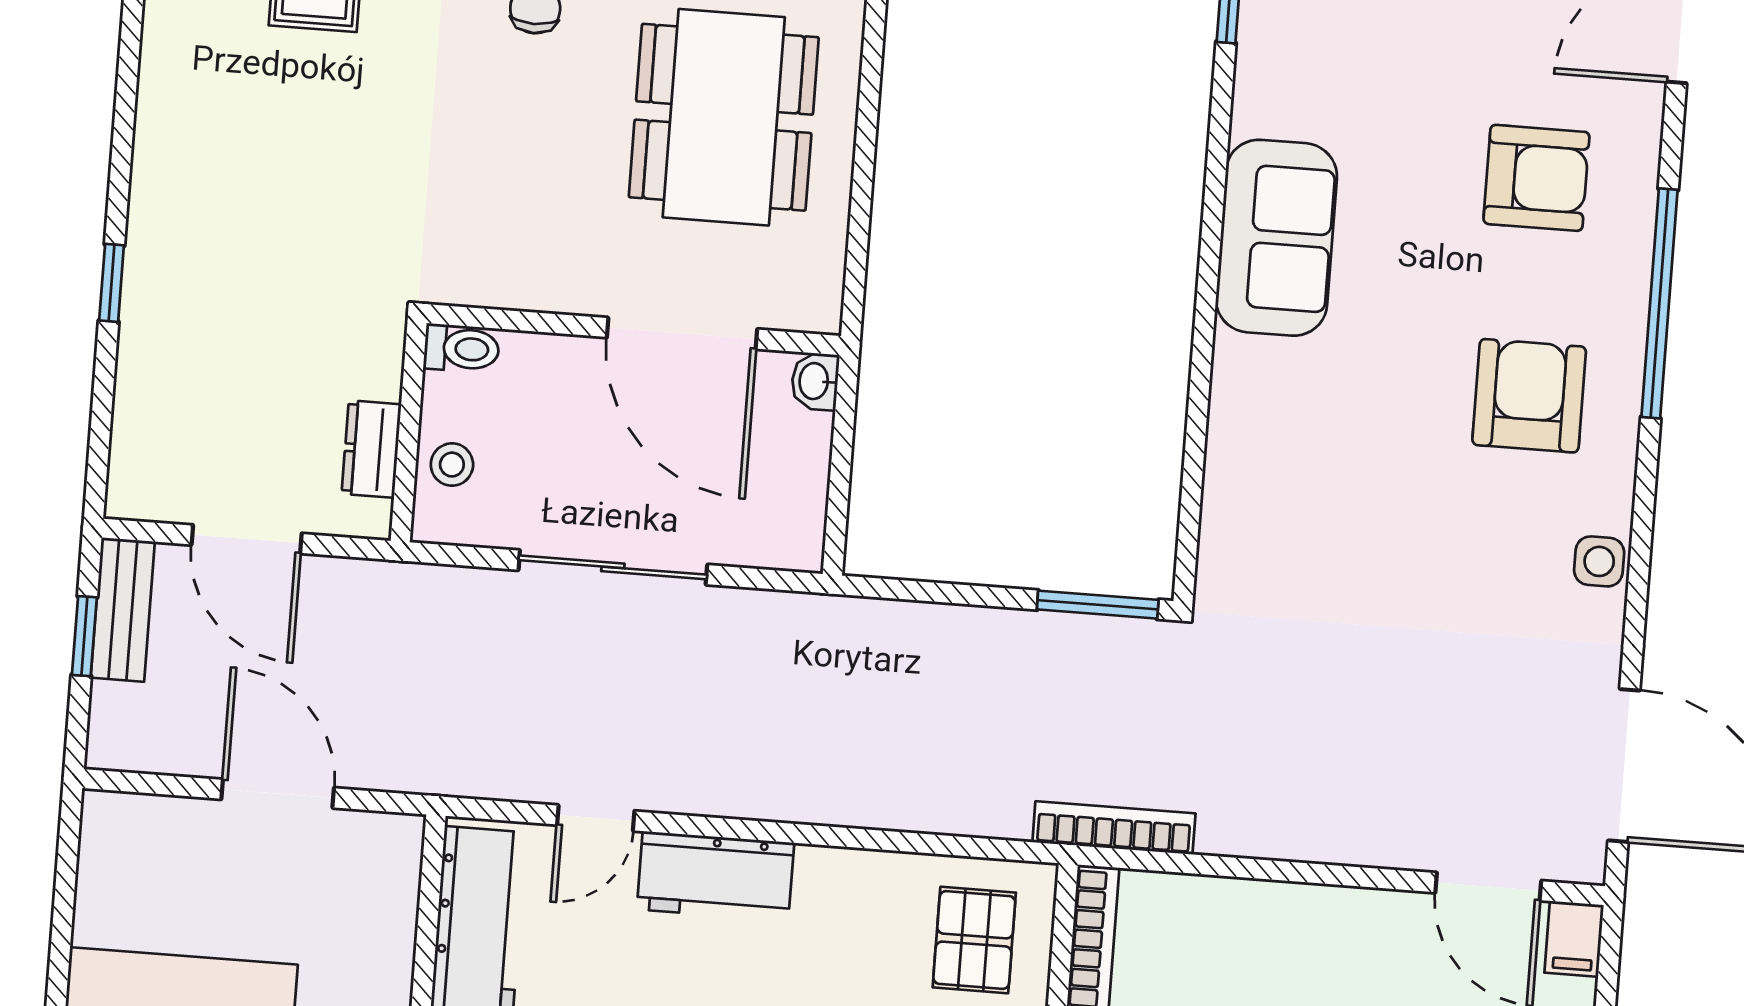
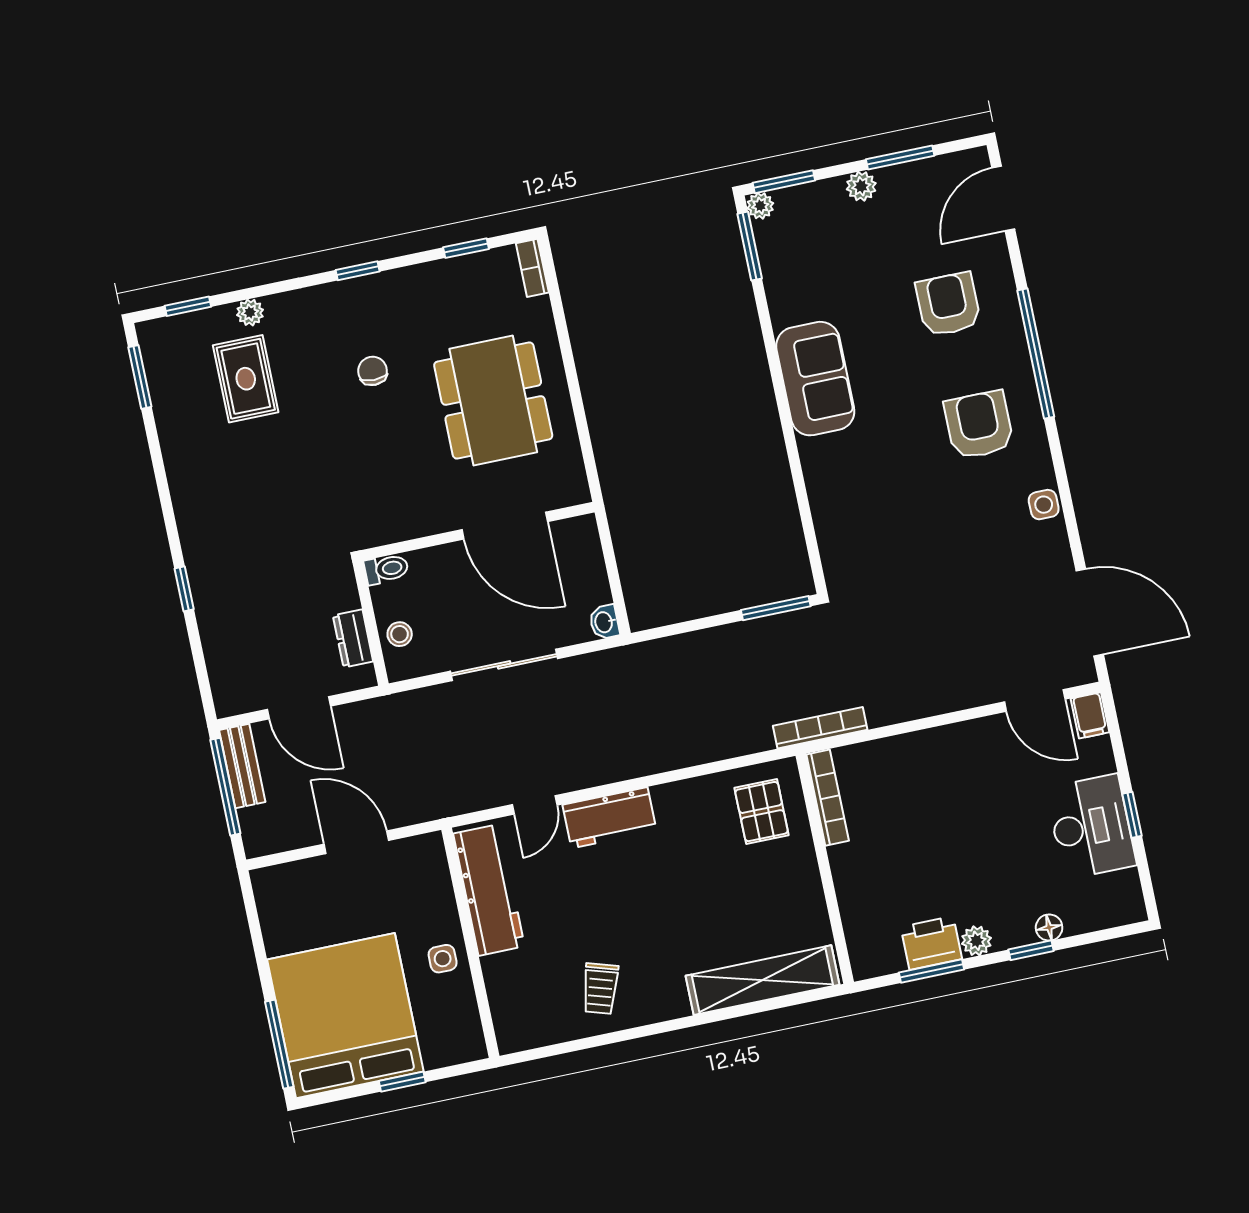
armchair: (1536, 178) -> (948, 304), turned -90
washbasin: (815, 381) -> (604, 622), moved
window: (84, 636) -> (225, 787), width x2.17

